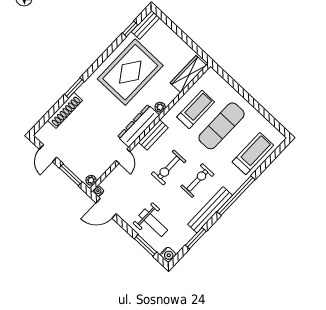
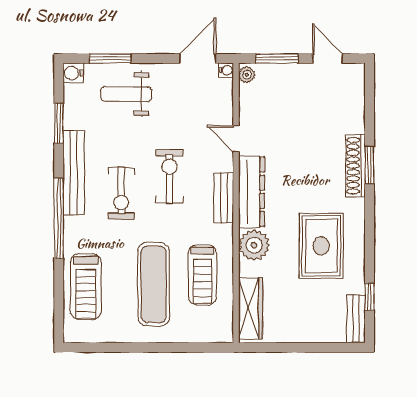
rug: (130, 72) -> (321, 246), width x0.73, depth x0.69
plant: (160, 107) -> (254, 245), width x1.88, depth x1.88
shoe rack: (65, 110) -> (355, 166), moved

